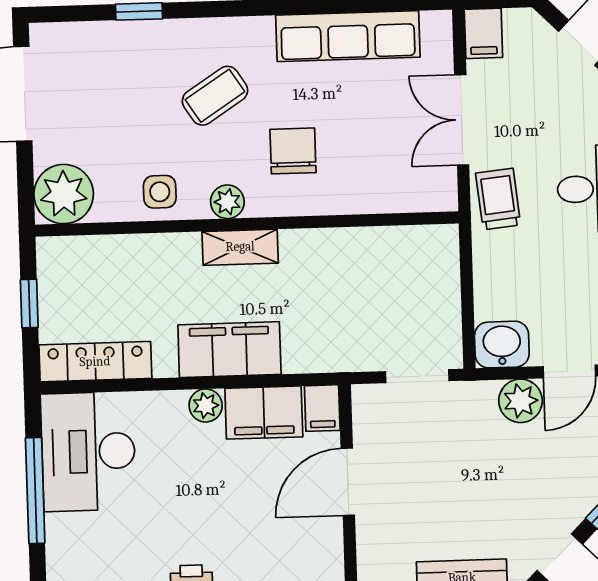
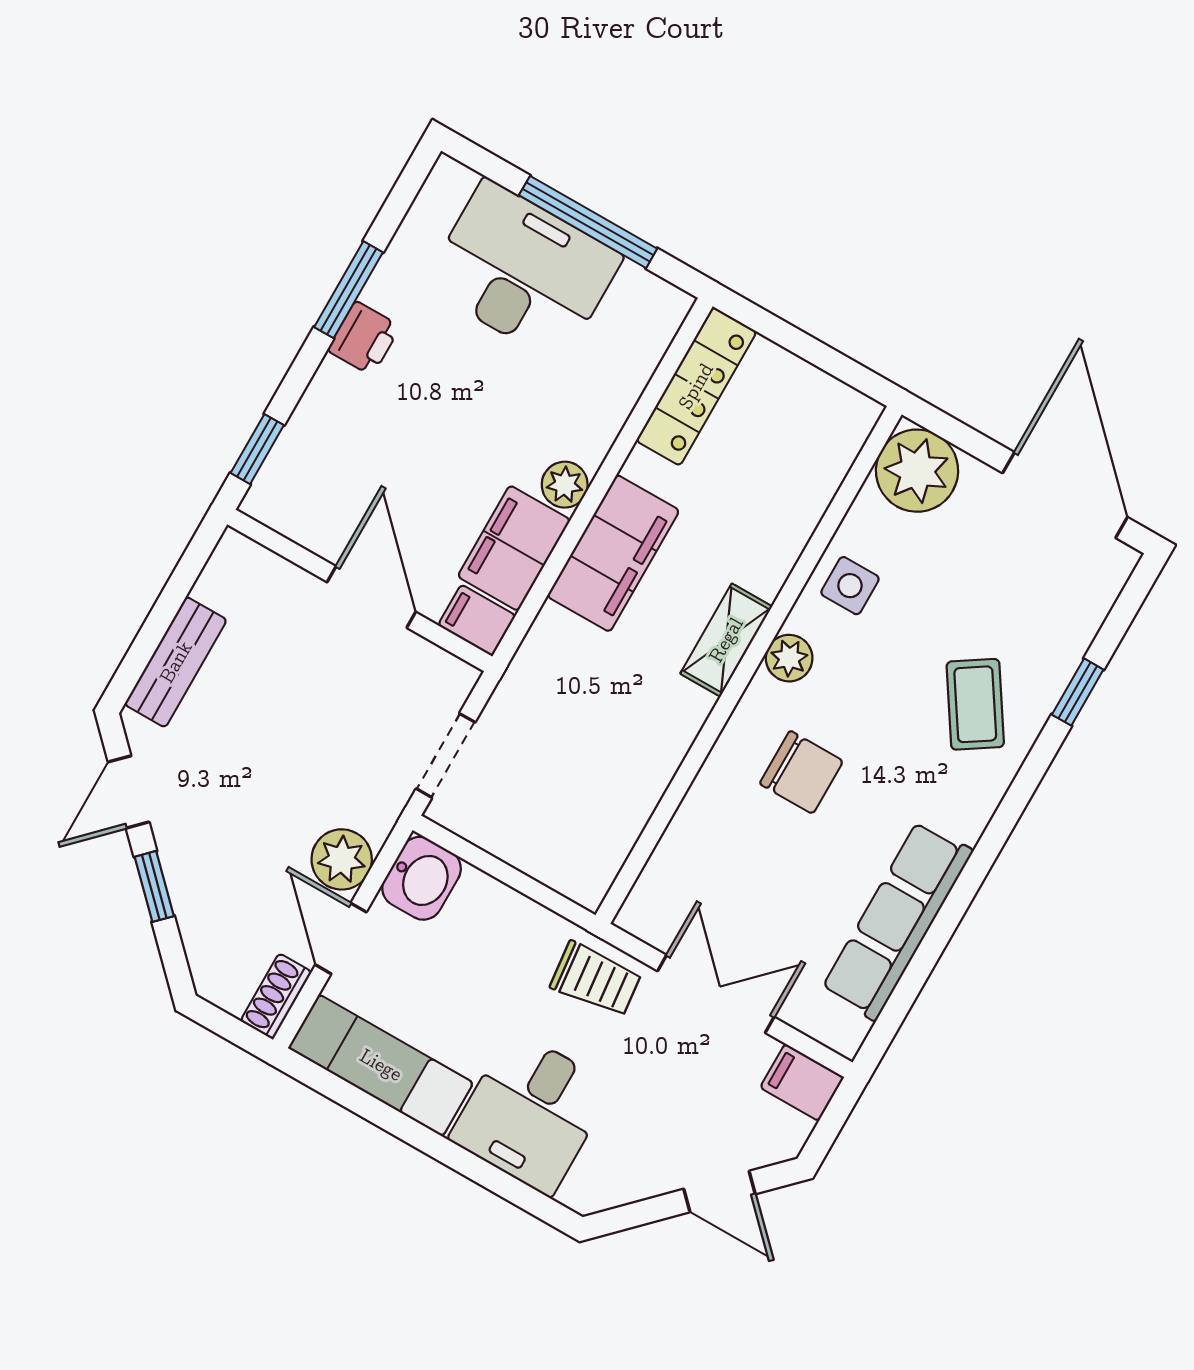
coffee table: (215, 96) -> (975, 704), moved
window: (29, 304) -> (813, 351), removed
desk: (88, 451) -> (523, 271), moved

